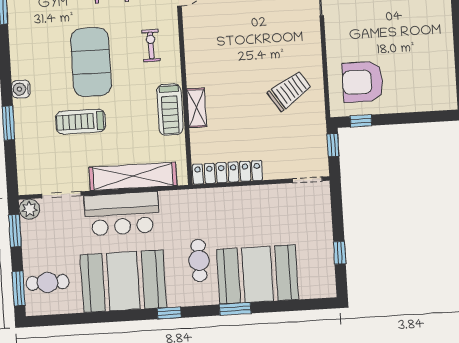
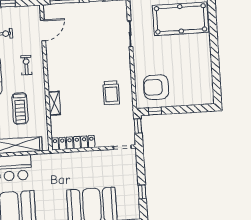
trolley: (289, 91) -> (111, 93), turned 123
treadmill: (170, 109) -> (20, 108), moved
cafe table: (199, 260) -> (56, 197), removed

